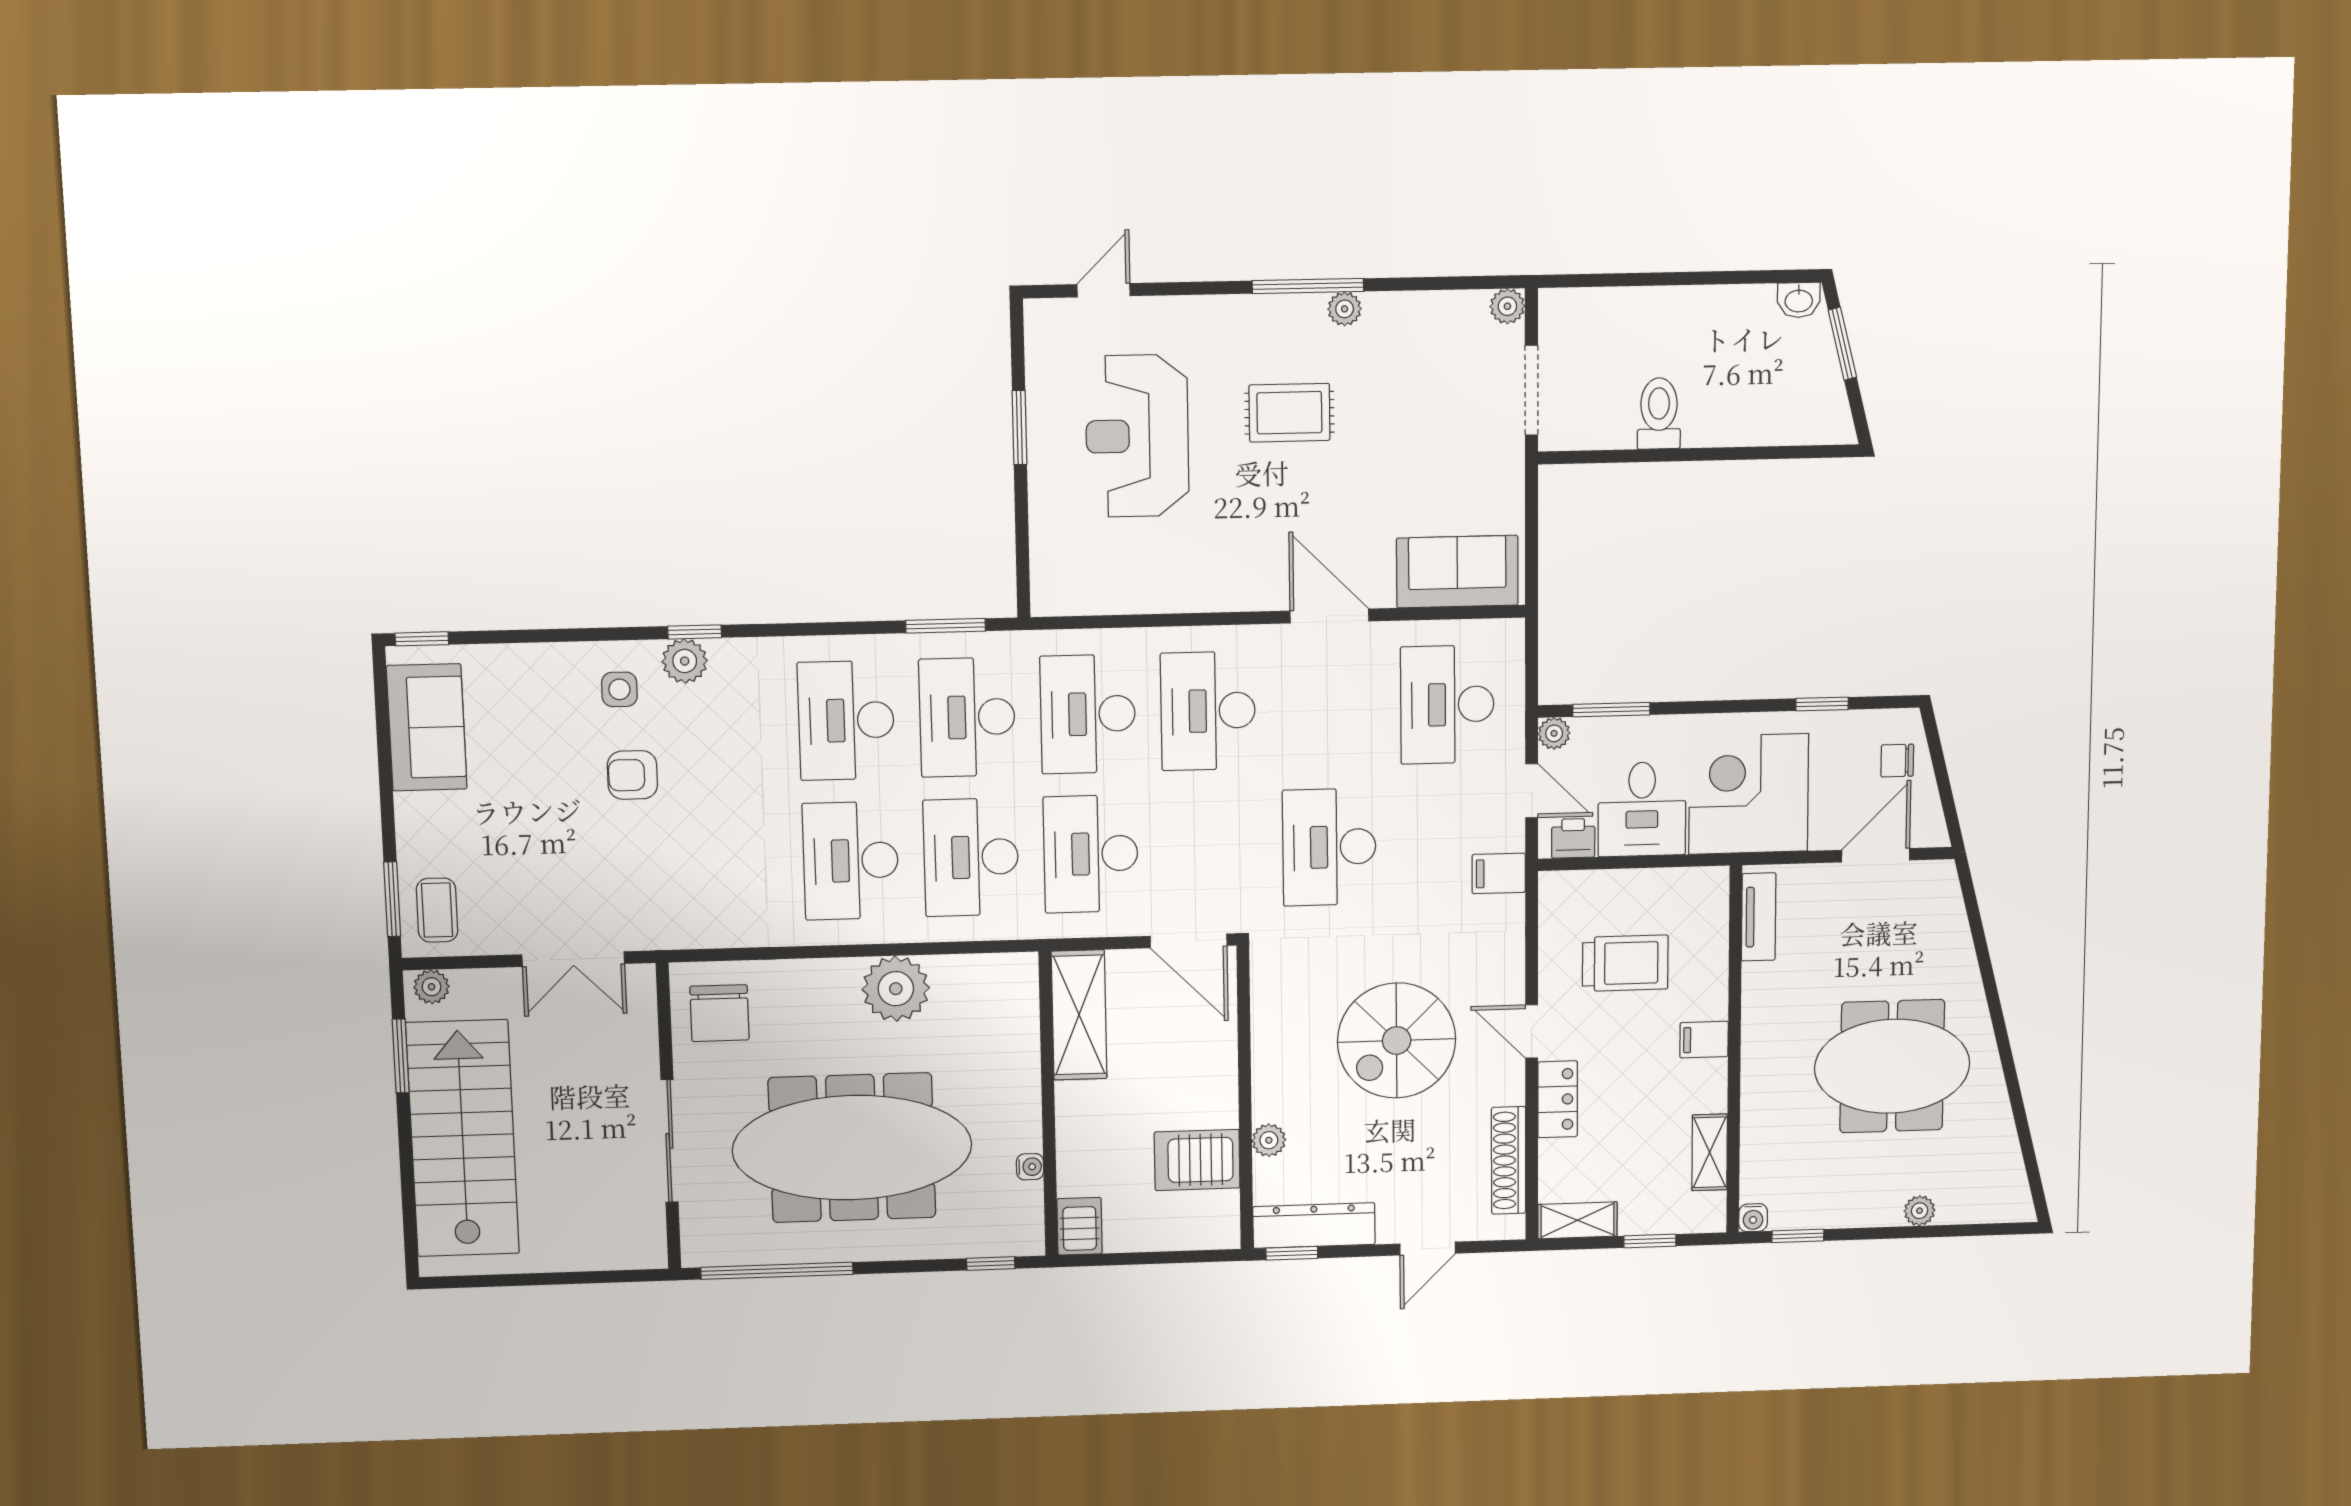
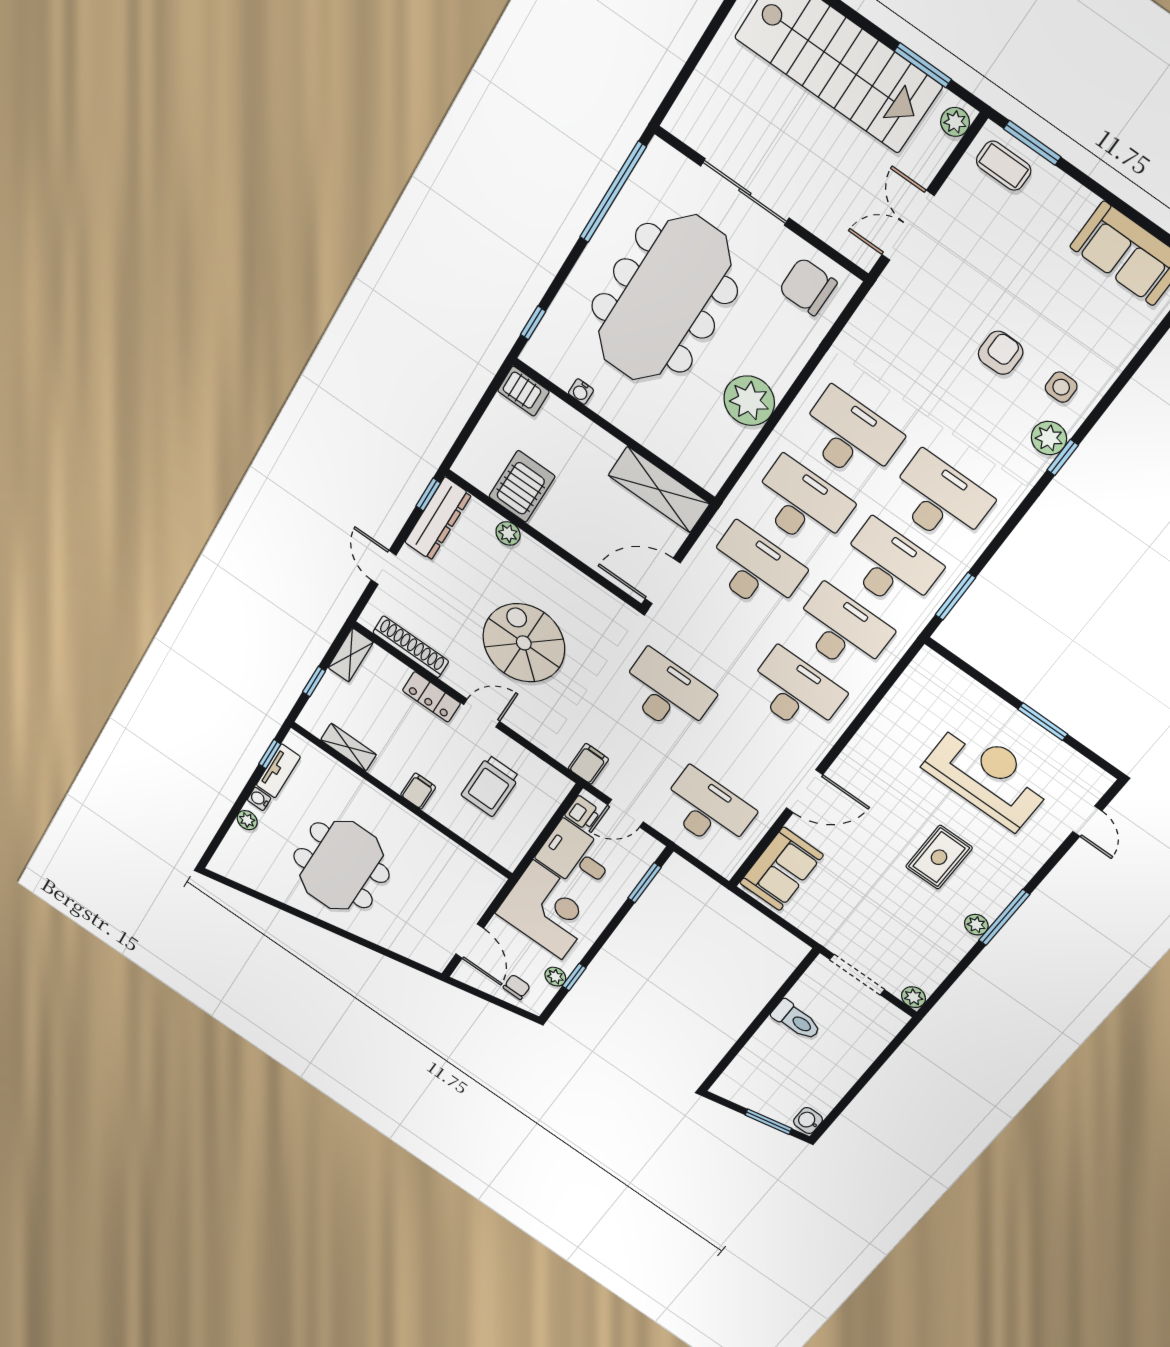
plant: (1554, 733) -> (555, 977), moved
tv unit: (1759, 917) -> (278, 771), moved, turned -90
water cooler: (1753, 1218) -> (259, 799), moved

